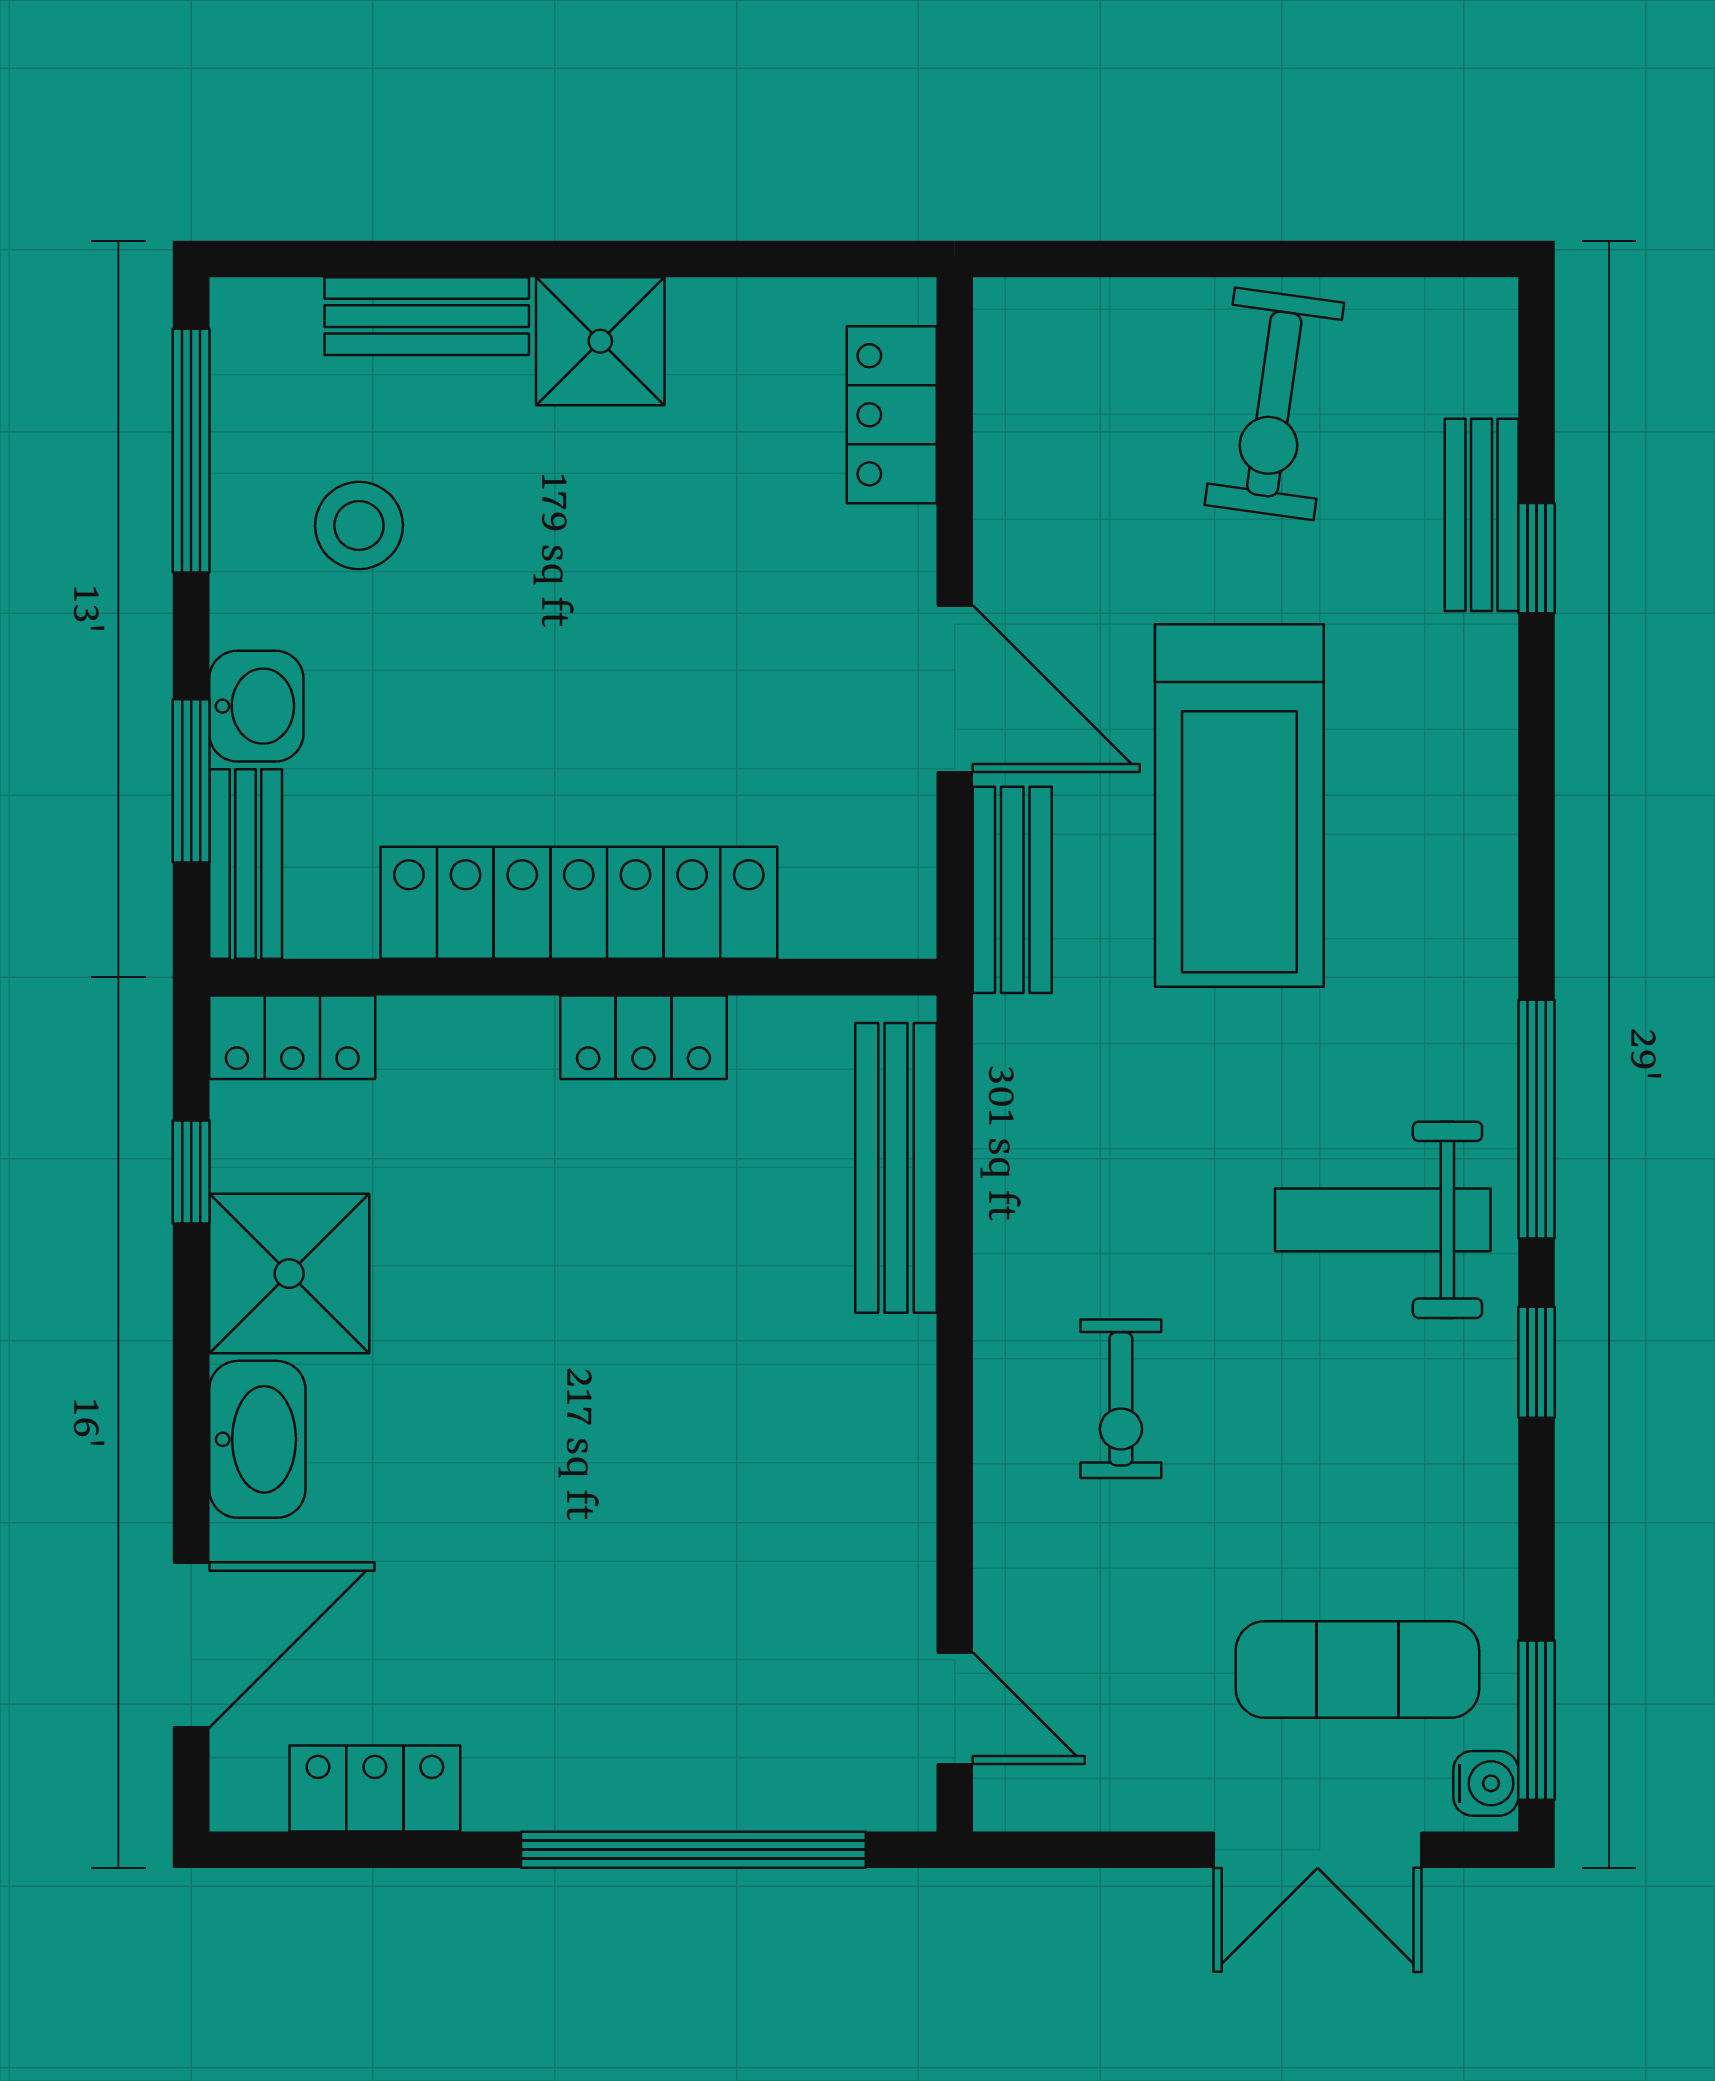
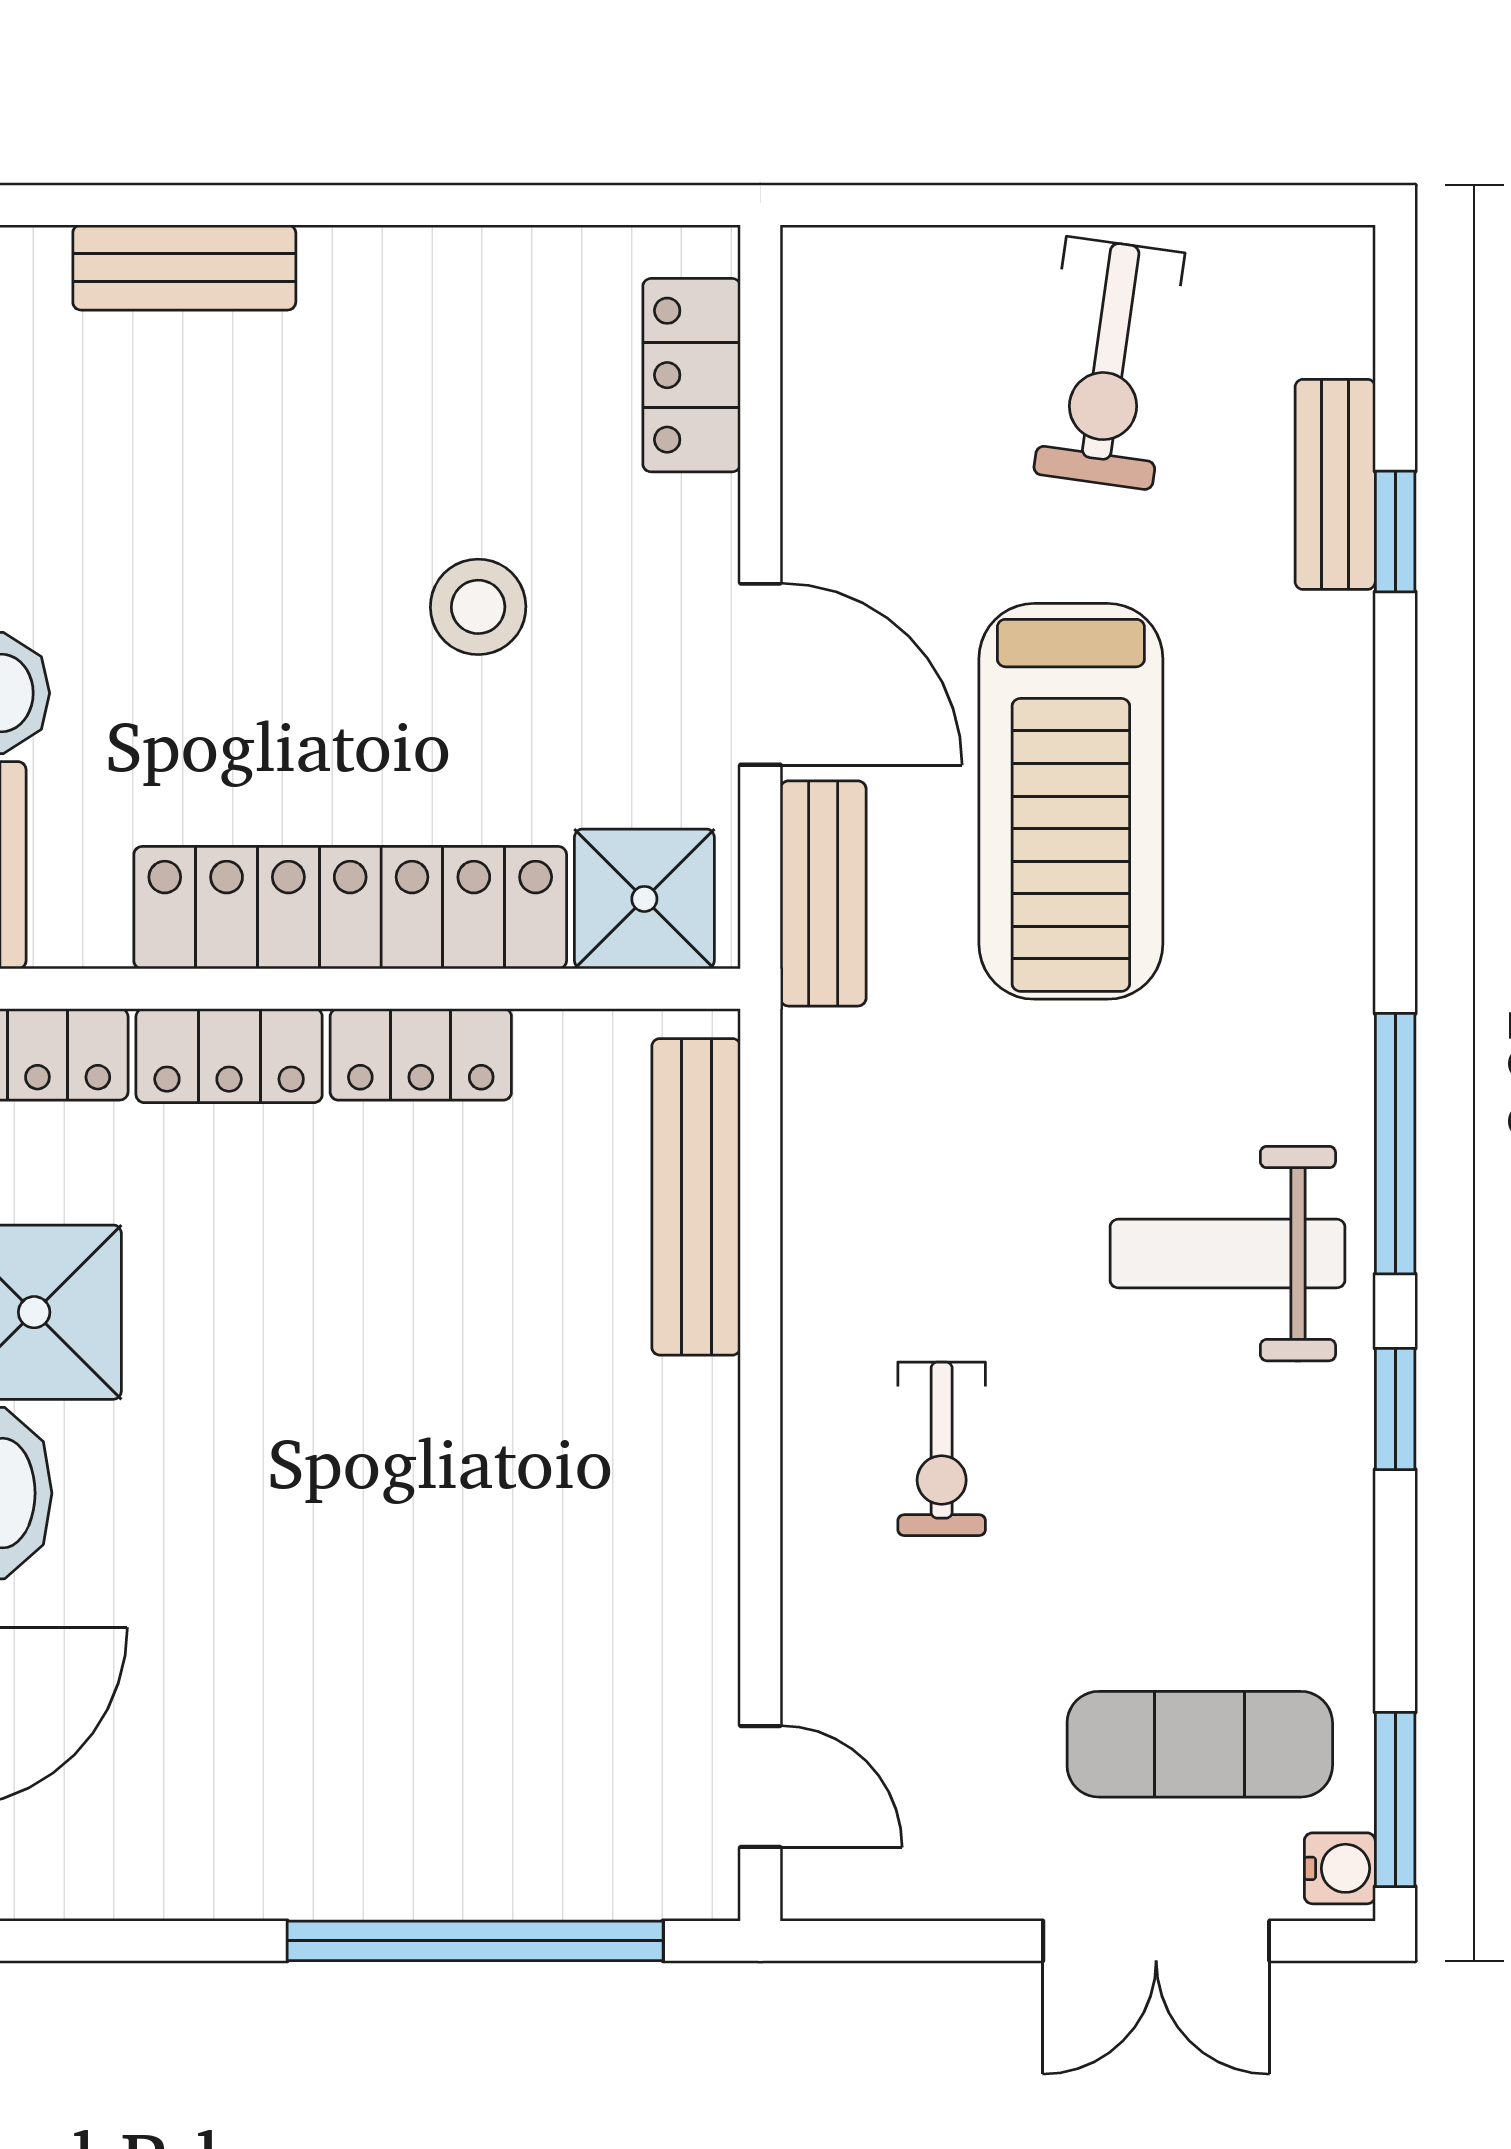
shower: (600, 341) -> (644, 899), moved
stool: (359, 526) -> (478, 607), moved
locker: (375, 1788) -> (229, 1056), moved, turned 180

